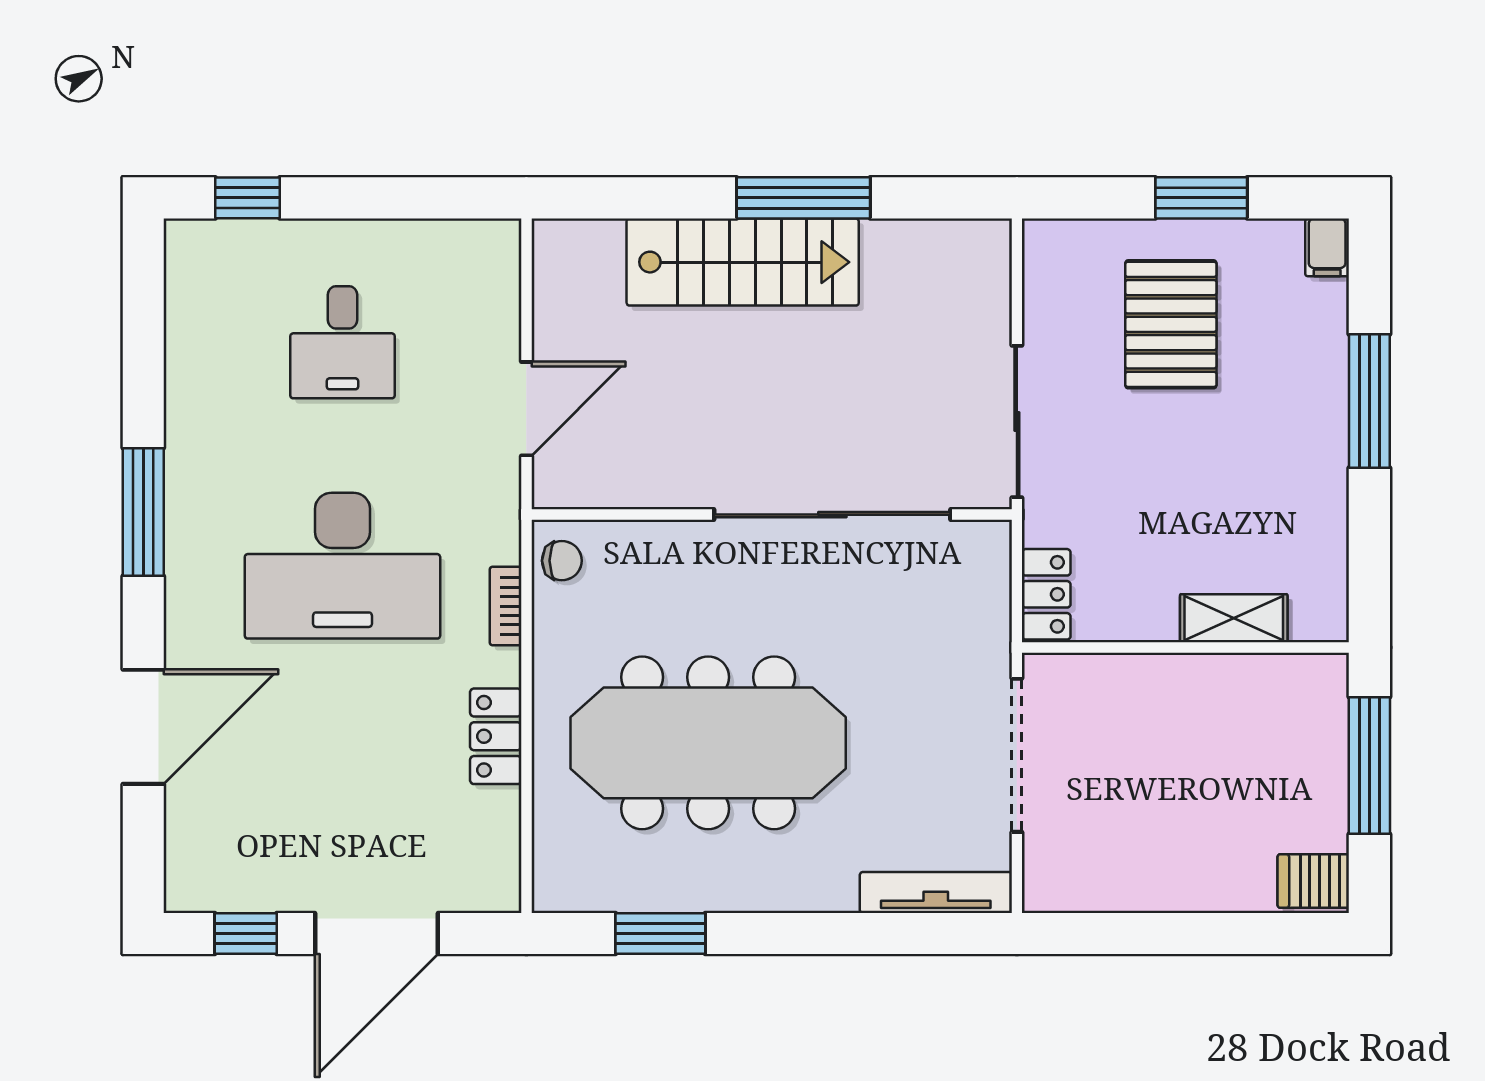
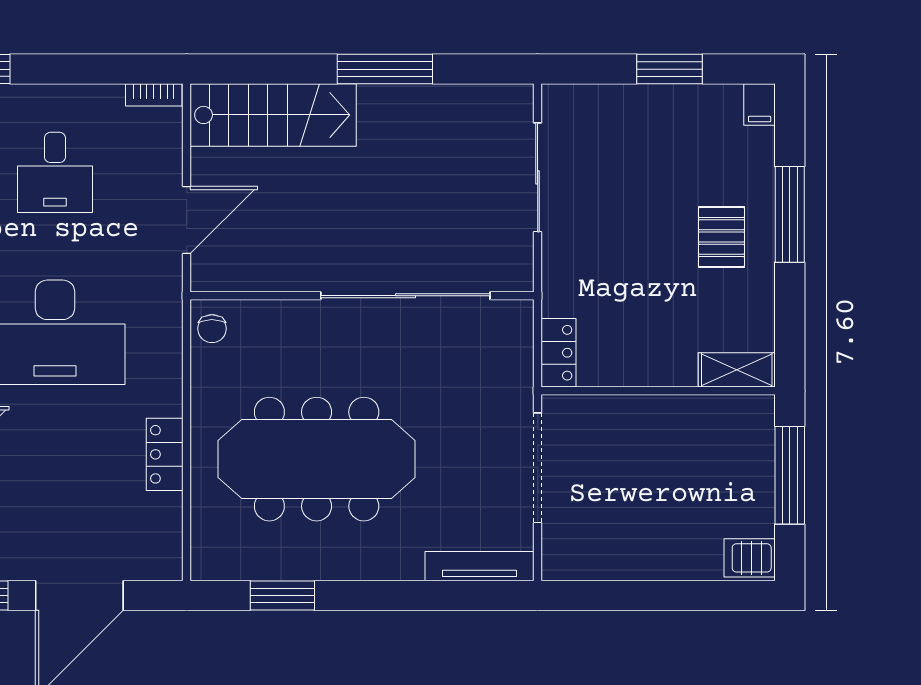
stairs: (743, 262) -> (273, 115), moved
pallet: (1171, 324) -> (721, 237), moved, width x0.67, depth x0.71
sliding door: (1017, 422) -> (538, 177), moved
chair: (562, 561) -> (212, 329), turned 90
bookcase: (506, 606) -> (154, 95), moved, turned -90
shelving: (1234, 618) -> (737, 370), moved

